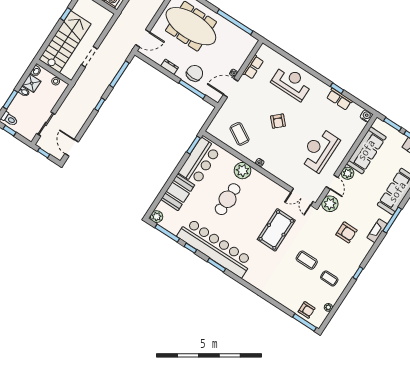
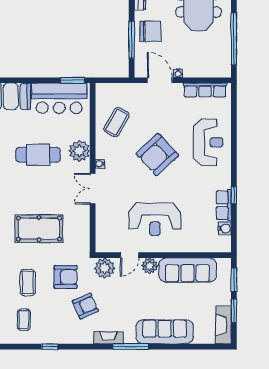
row of seats: (253, 67) -> (205, 90), width x1.48
water cooler: (366, 116) -> (225, 228), moved
armchair: (278, 121) -> (157, 155), width x1.88, depth x1.88
reception desk: (319, 150) -> (155, 219), turned 180
double door: (302, 197) -> (93, 189), moved
armchair: (346, 232) -> (85, 306), turned -113
armchair: (319, 233) -> (66, 277), added

